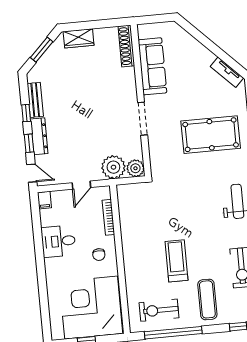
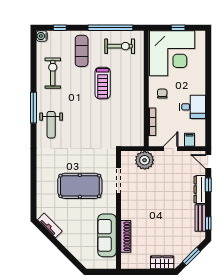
shoe rack: (126, 46) -> (126, 236), moved
window: (26, 113) -> (208, 223), moved
doorway: (143, 119) -> (118, 181), moved
pool table: (211, 135) -> (80, 186), moved
plant: (135, 168) -> (128, 158), removed
filing cabinet: (44, 200) -> (190, 140), moved

